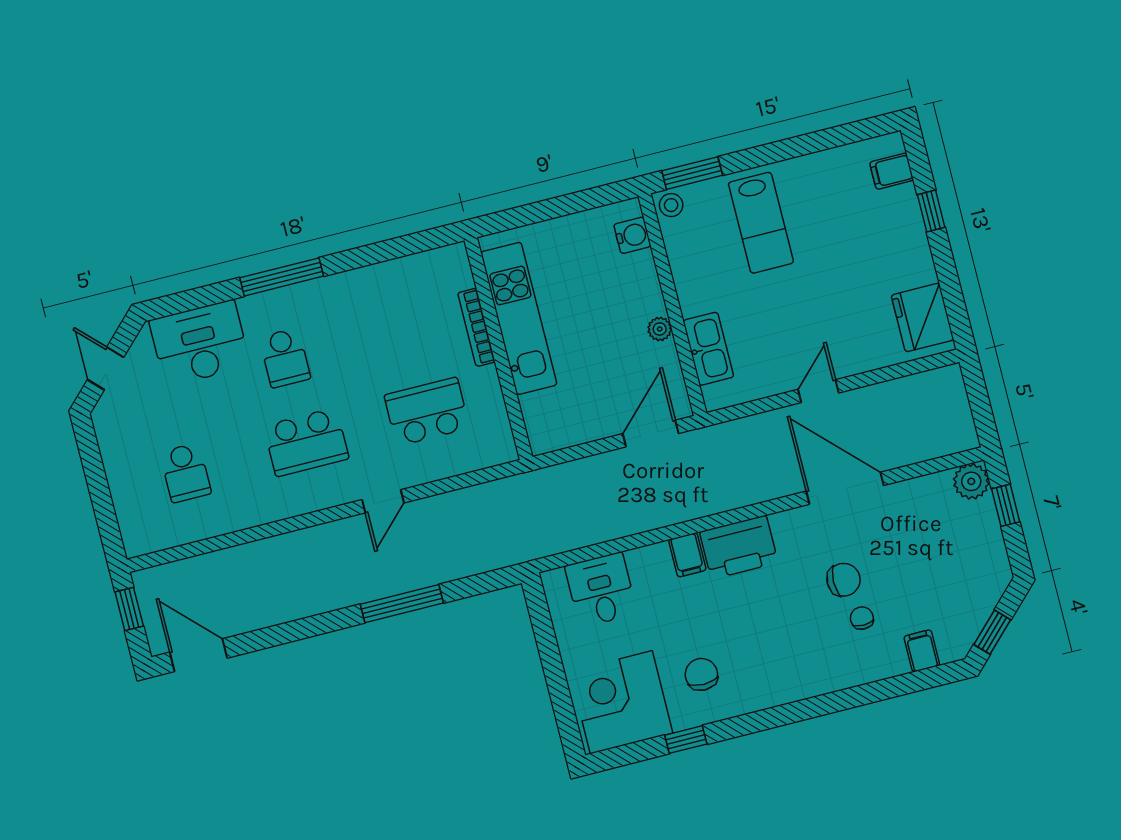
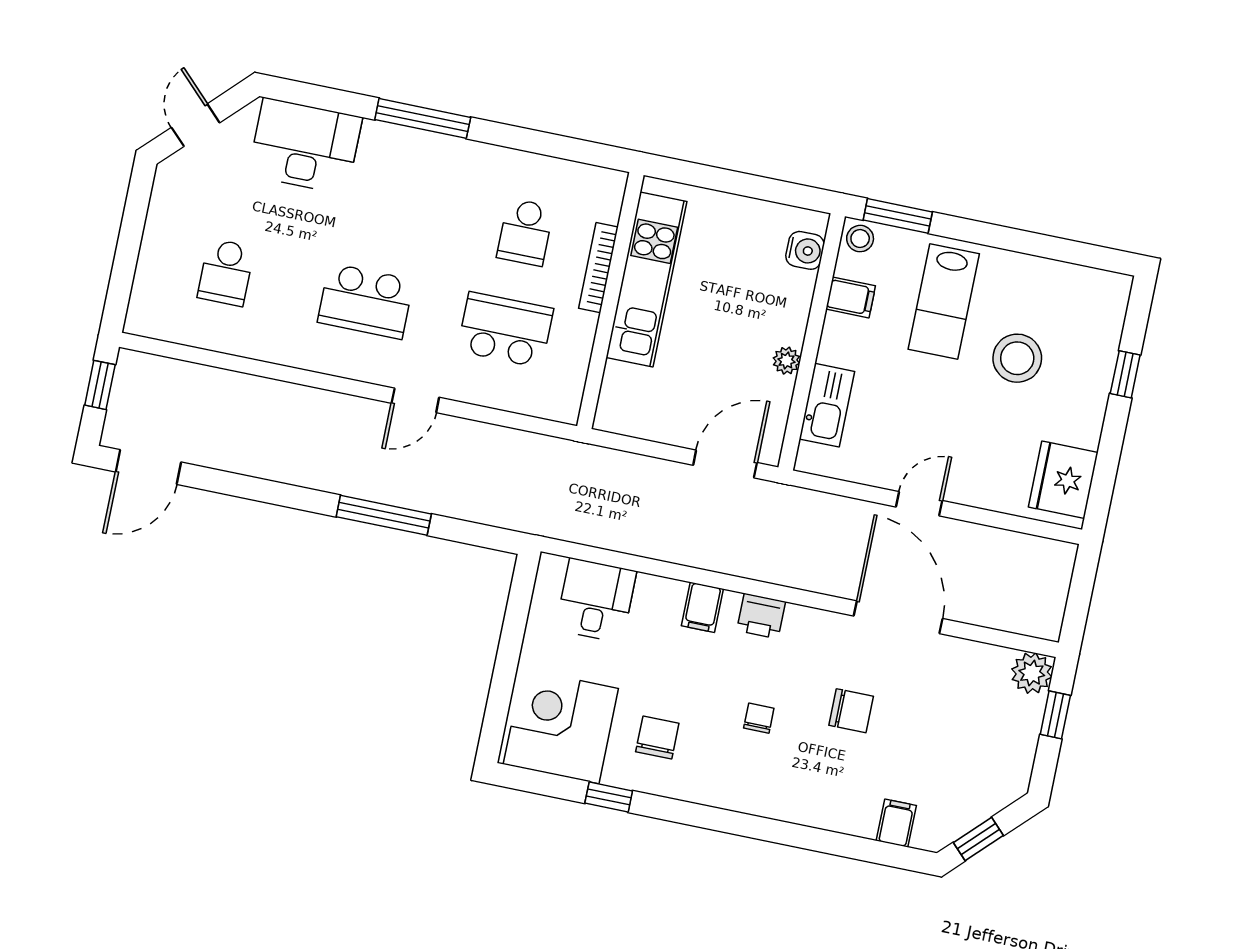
filing cabinet: (892, 171) -> (851, 297), moved, turned 180
stool: (840, 239) -> (1017, 358), added
school desk: (285, 358) -> (525, 232), moved
printer: (739, 547) -> (761, 616), width x0.53, depth x0.68
chair: (862, 618) -> (759, 718), moved
door: (198, 655) -> (148, 467), swing flipped

